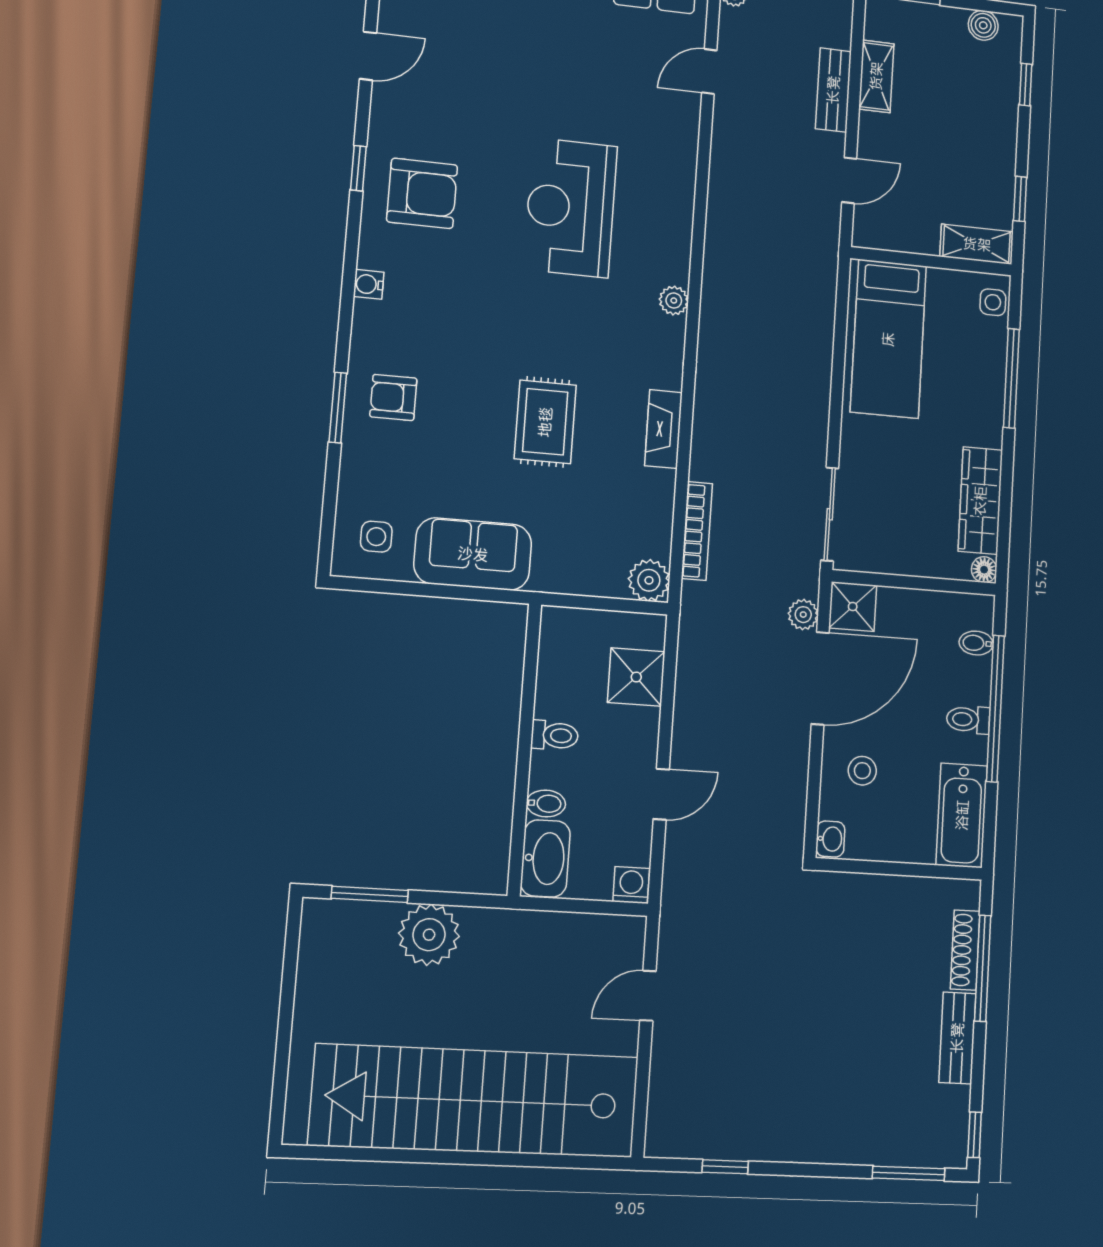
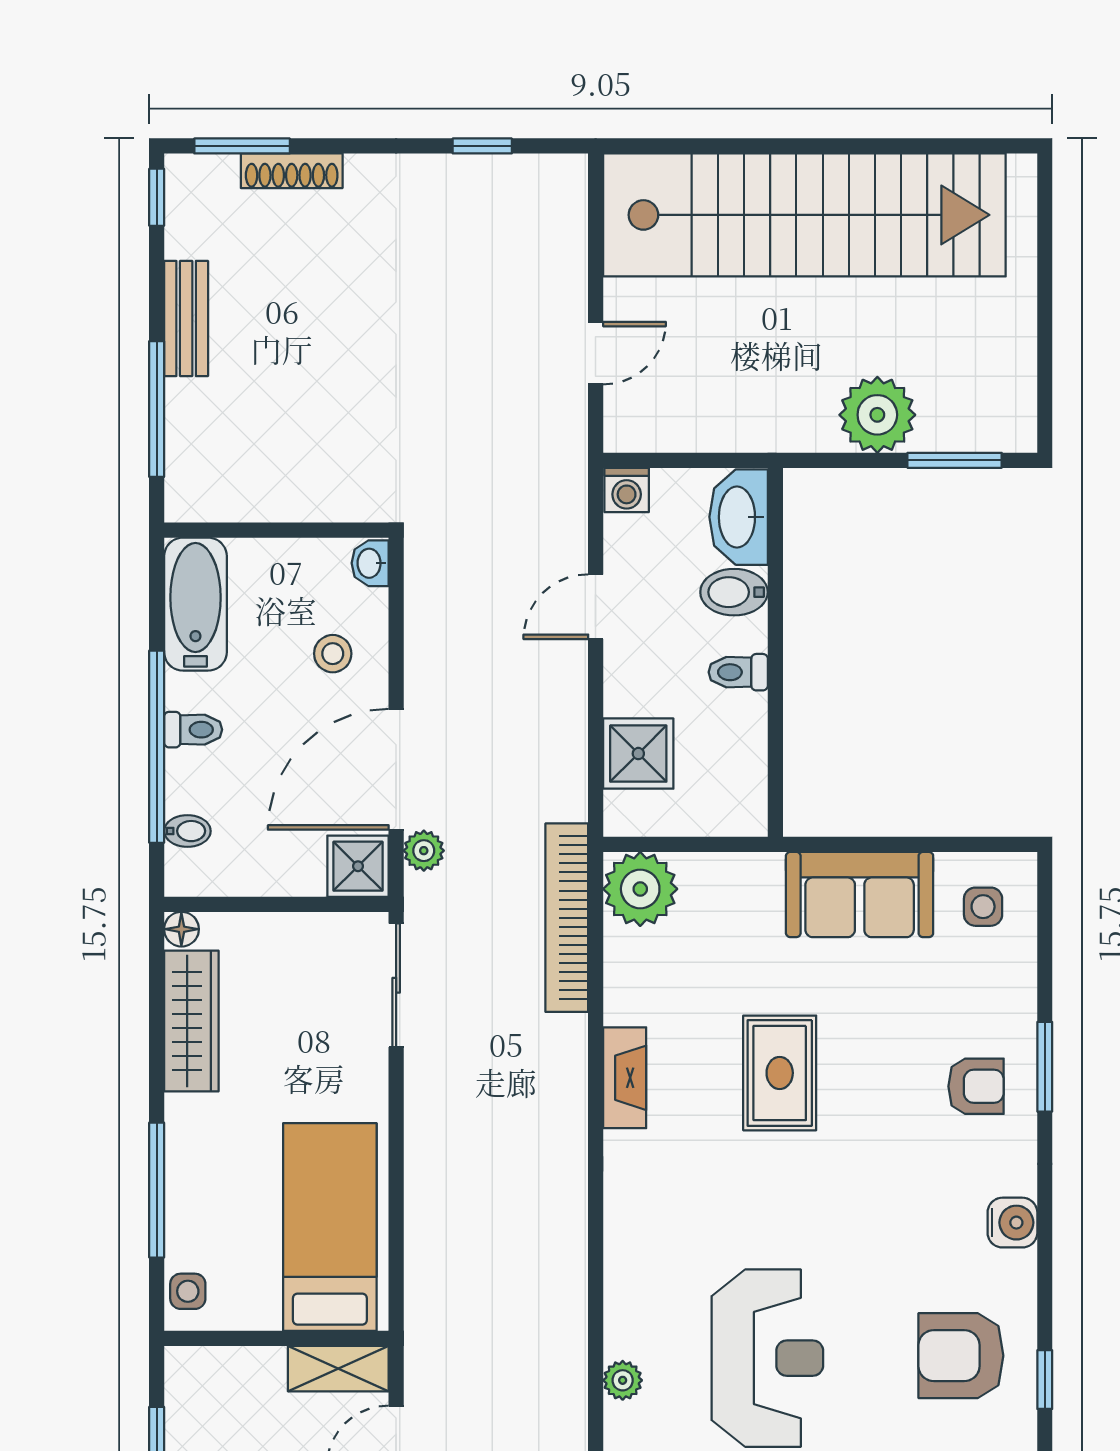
shelving: (977, 244) -> (338, 1369), moved
water cooler: (369, 284) -> (1012, 1223), width x1.38, depth x1.38
plant: (674, 301) -> (623, 1380), moved
bookcase: (697, 531) -> (567, 918), width x1.48, depth x1.31
plant: (649, 580) -> (640, 889), width x1.36, depth x1.36
bidet: (546, 804) -> (734, 592), width x1.38, depth x1.36
shoe rack: (965, 950) -> (292, 171), moved, turned 90

